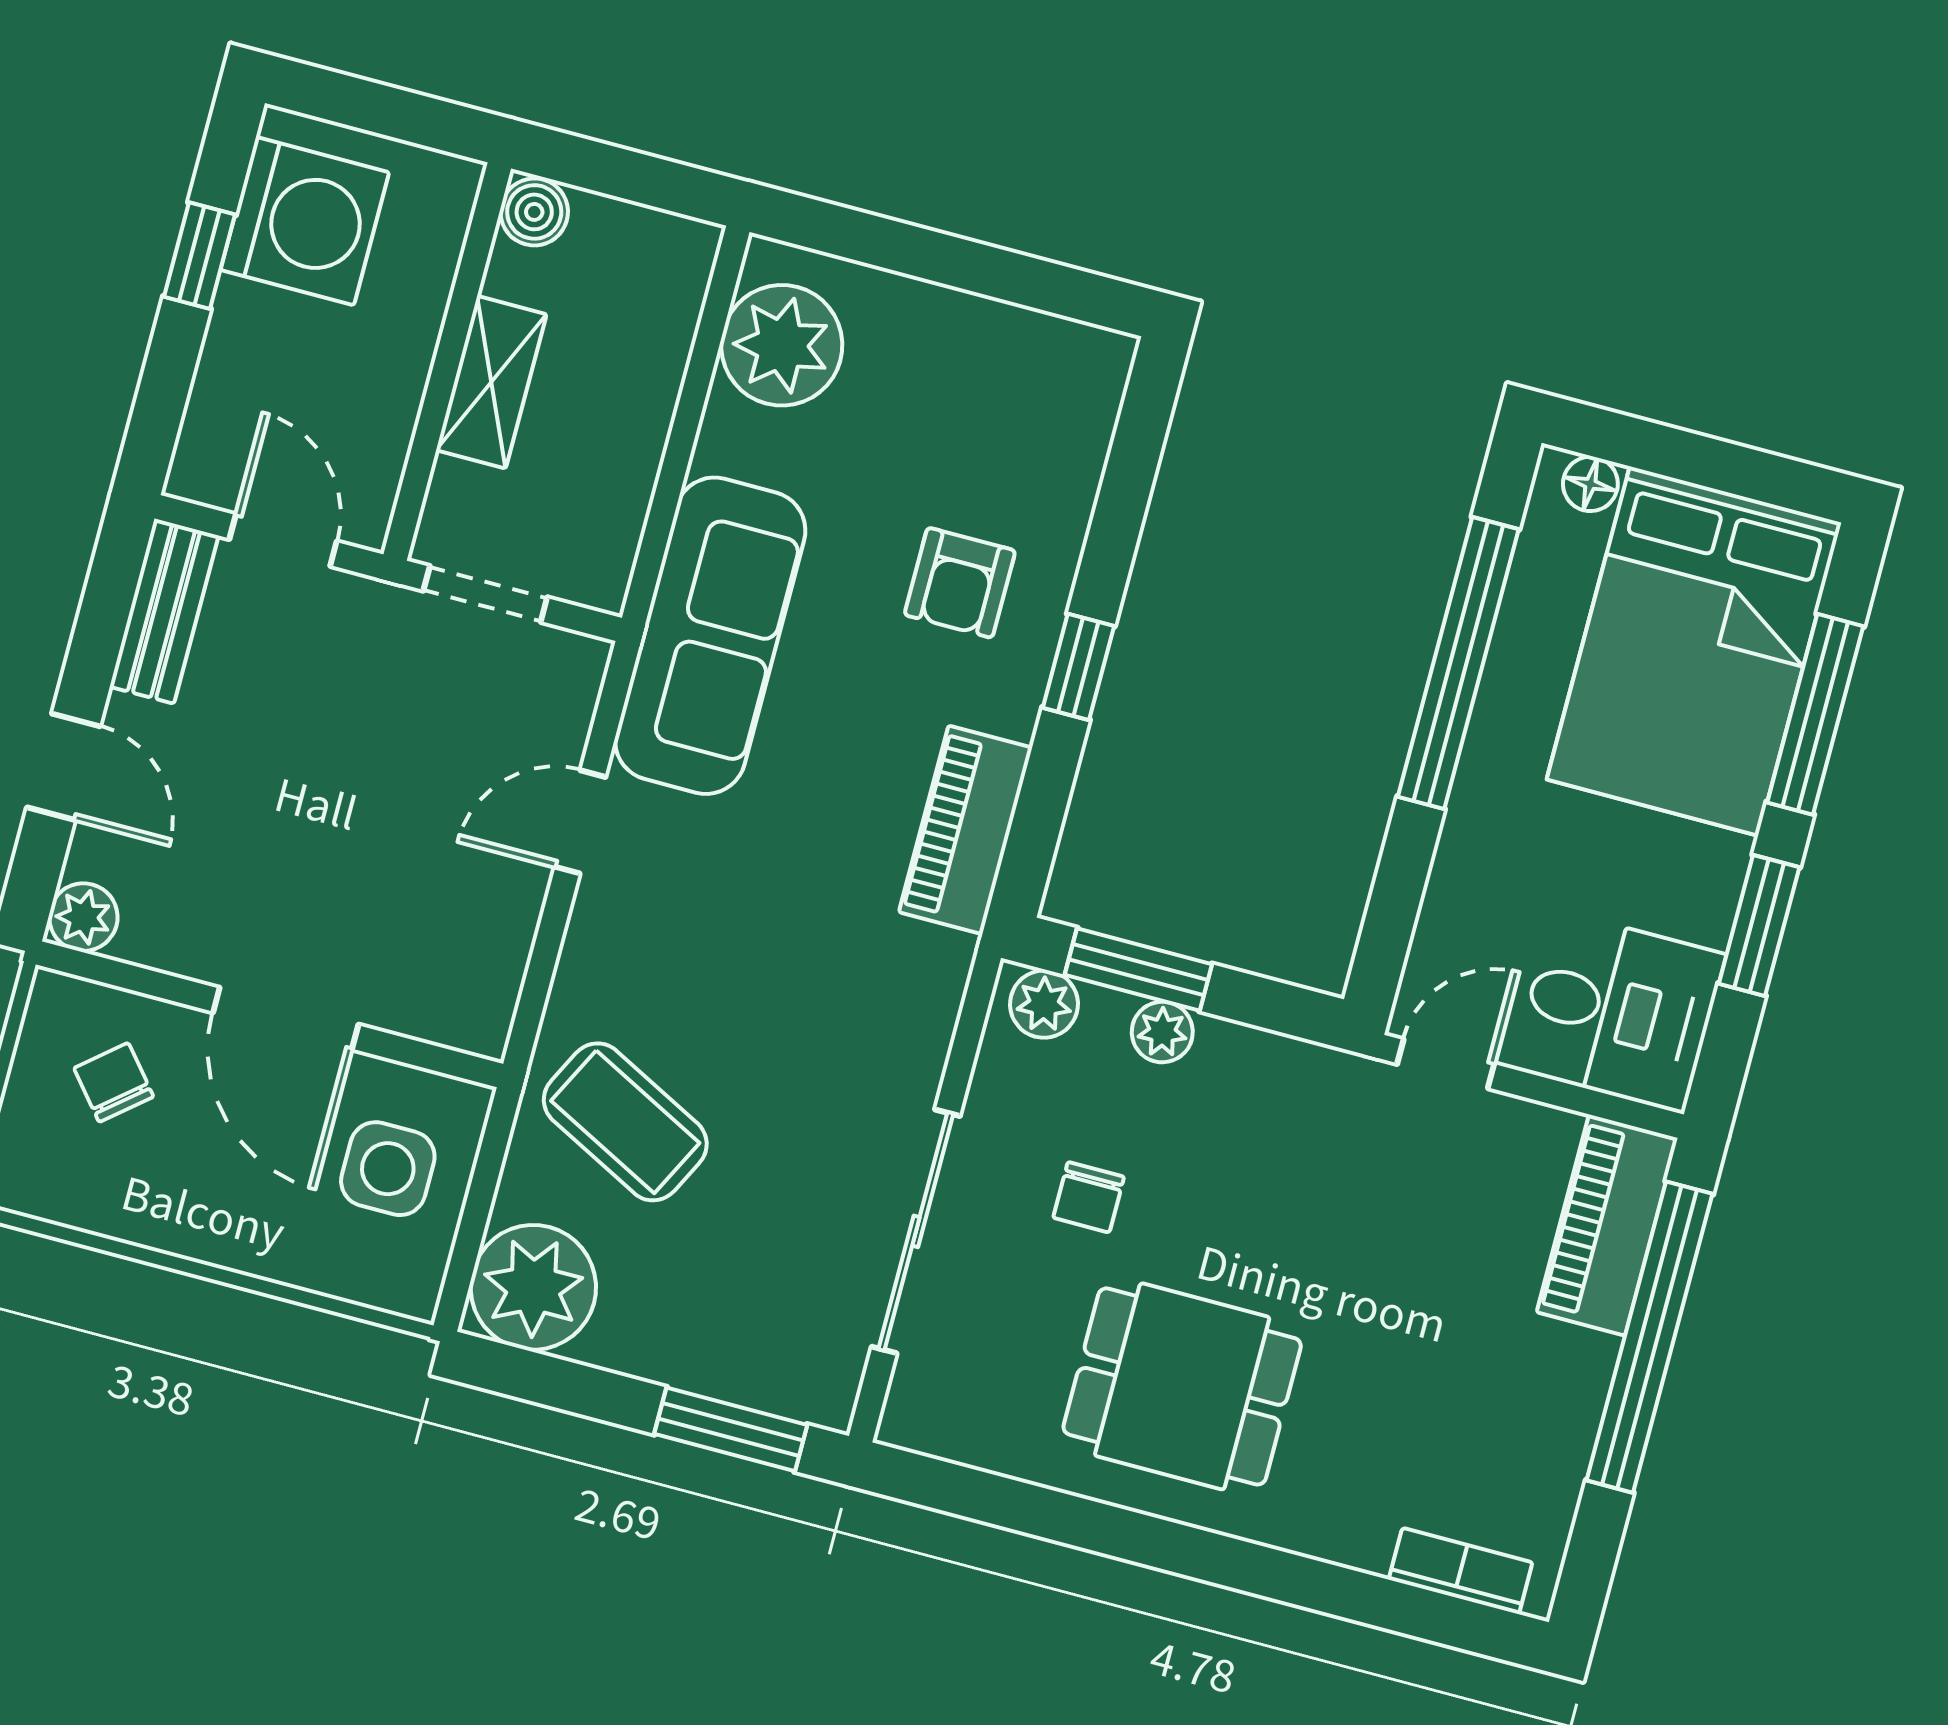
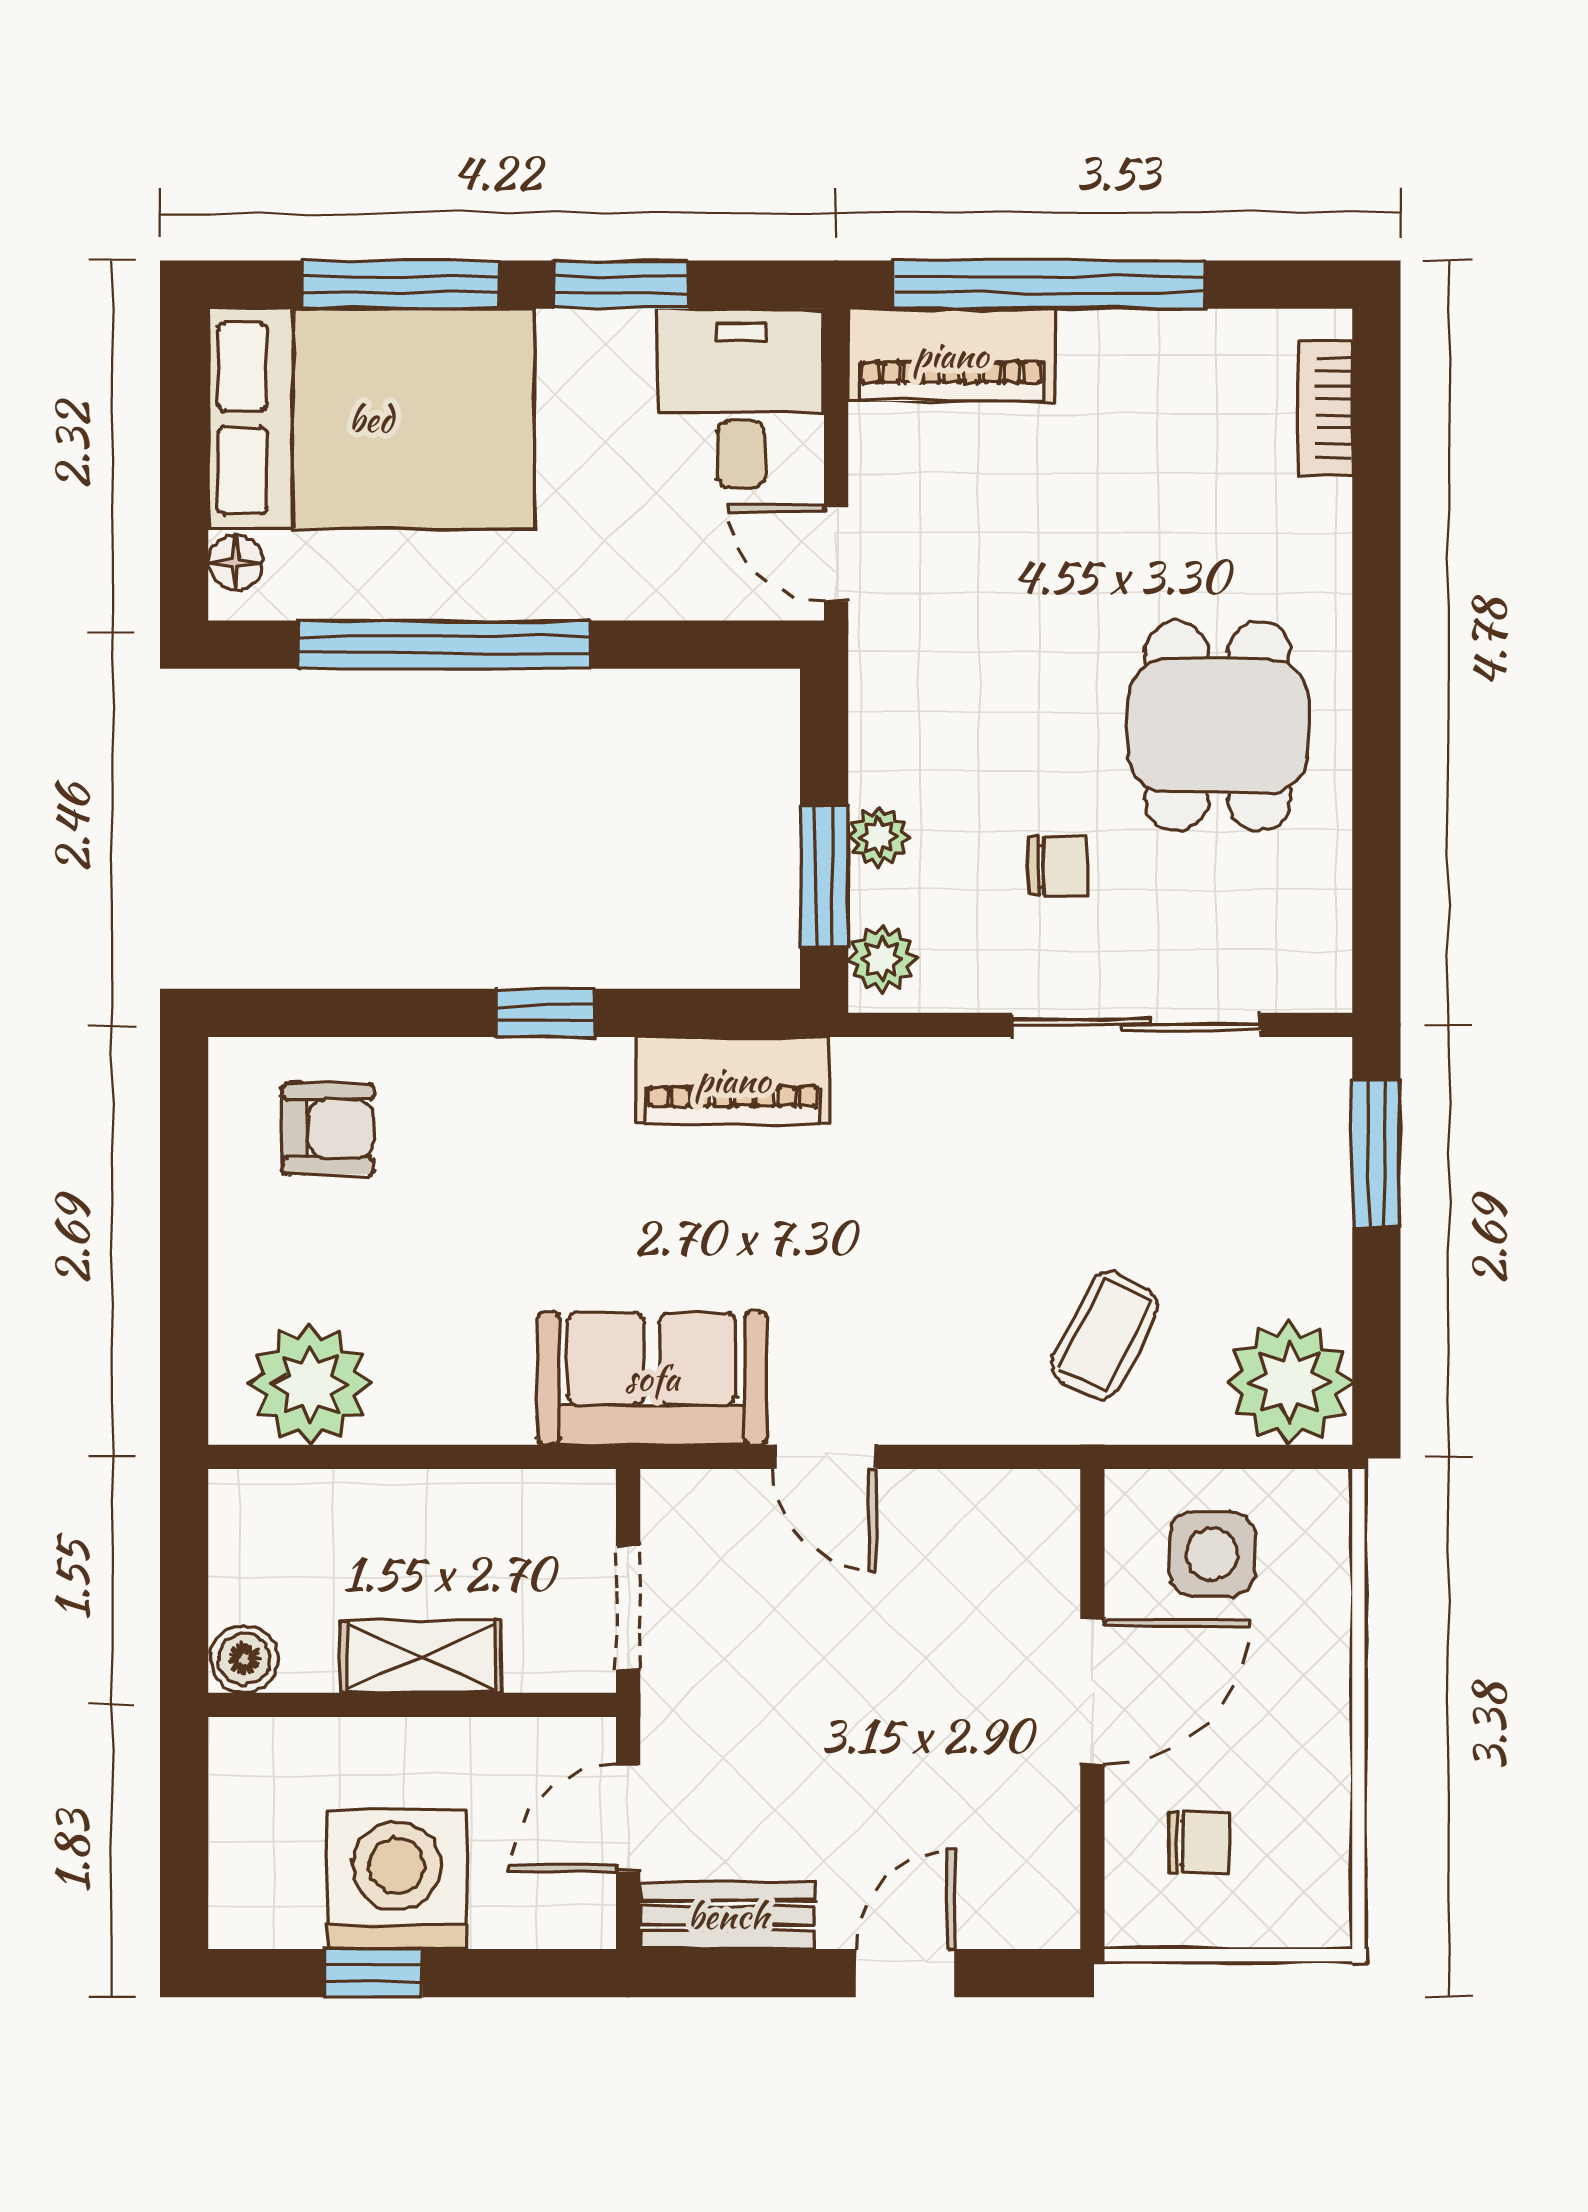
washing machine: (305, 221) -> (397, 1880), moved
armchair: (960, 583) -> (328, 1129), moved
sofa: (710, 636) -> (652, 1378), width x0.73
plant: (83, 917) -> (1046, 1915), removed
chair: (114, 1082) -> (1199, 1843), turned -140
coffee table: (625, 1122) -> (1105, 1335), width x0.73, depth x0.77

